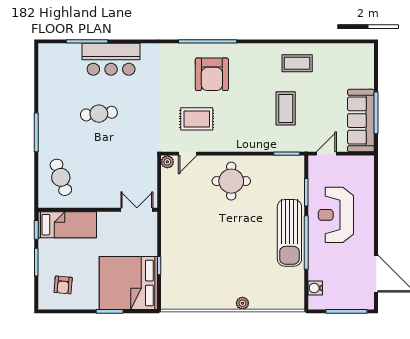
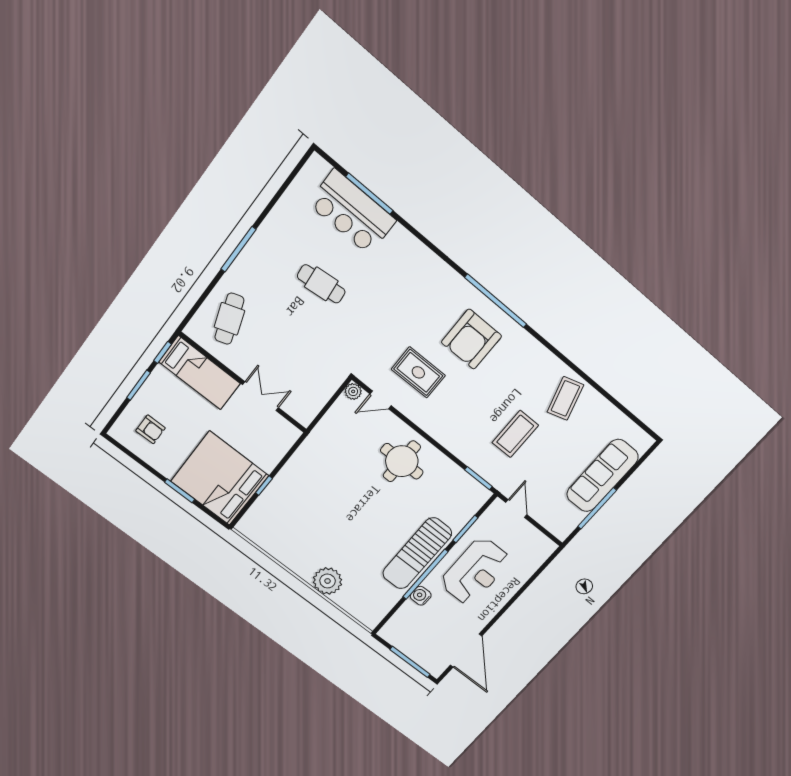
bar counter: (111, 59) -> (352, 212), moved
coffee table: (297, 63) -> (565, 398), turned 73
sofa: (361, 121) -> (602, 476), moved
door: (326, 154) -> (516, 509), hinge flipped
double door: (137, 210) -> (261, 396), moved
reception desk: (336, 215) -> (475, 571), turned 180
armchair: (63, 285) -> (150, 429), turned -95
water cooler: (315, 288) -> (421, 596), moved
plant: (242, 303) -> (328, 581), width x1.87, depth x1.87

